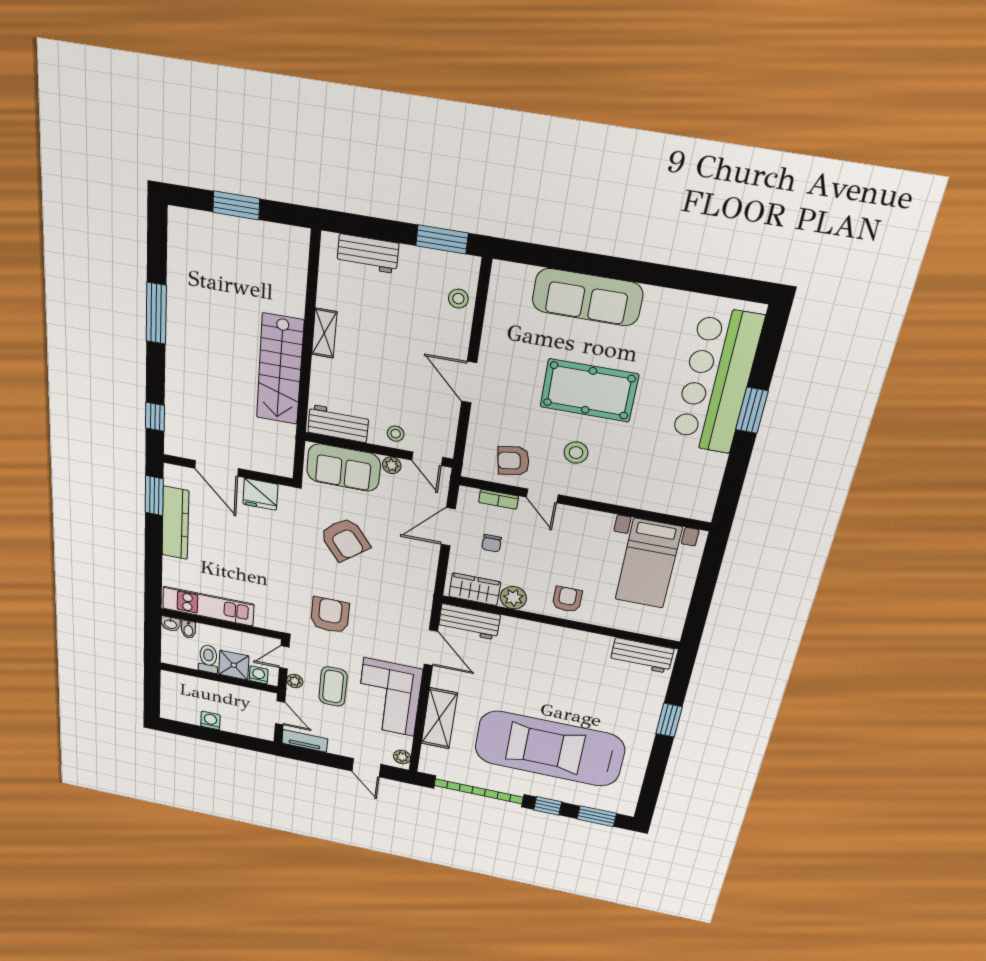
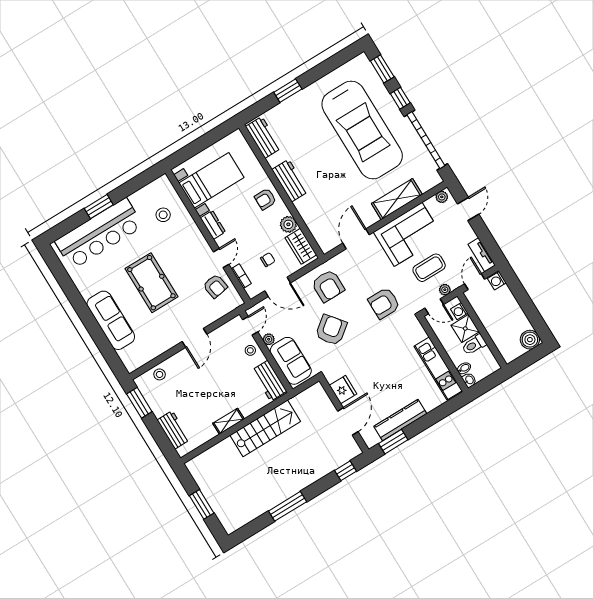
stool: (576, 453) -> (163, 215), moved
dresser: (592, 520) -> (213, 225), added
armchair: (401, 578) -> (328, 286), added
workbench: (469, 622) -> (290, 181), moved
boiler: (173, 710) -> (530, 340), added
washing machine: (210, 720) -> (497, 281), moved

